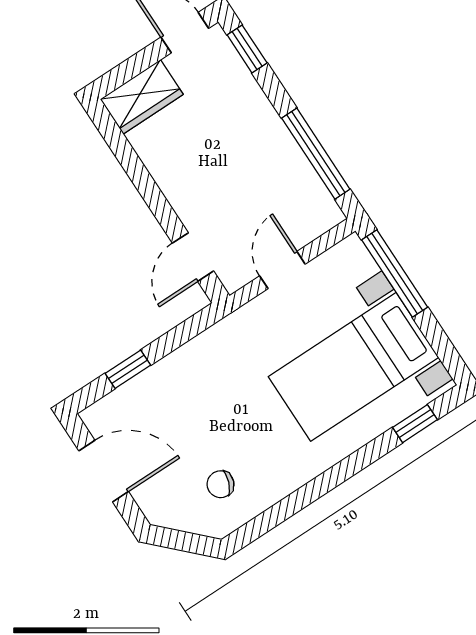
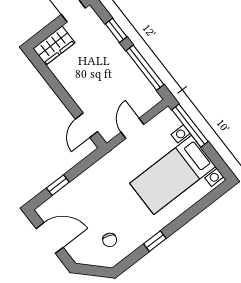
window: (247, 49) -> (116, 30), moved
window: (415, 424) -> (155, 241), moved
chair: (220, 484) -> (110, 240), turned -90

